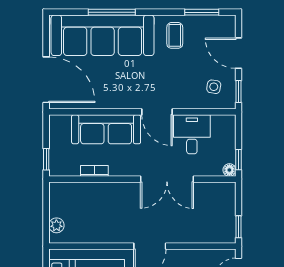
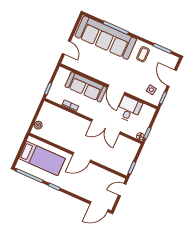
door: (46, 80) -> (66, 48), width x0.53

